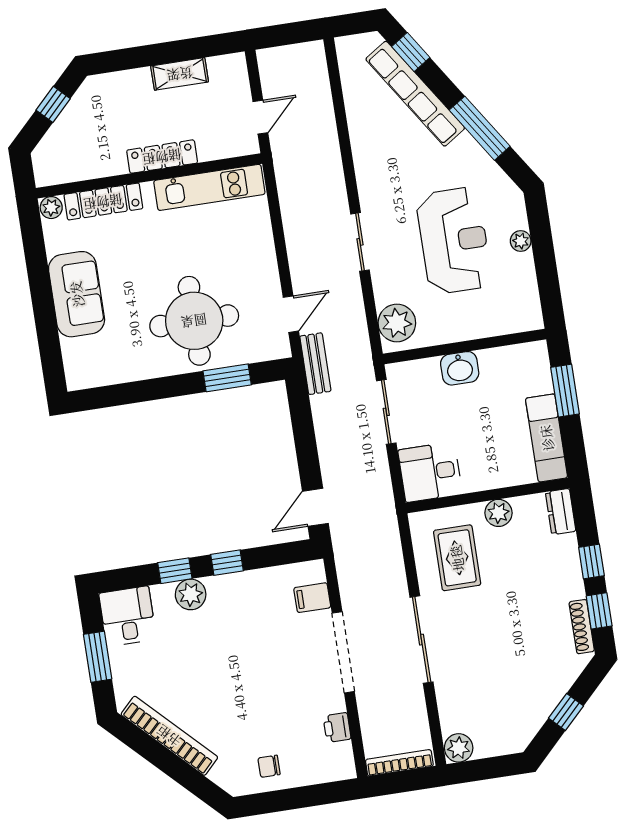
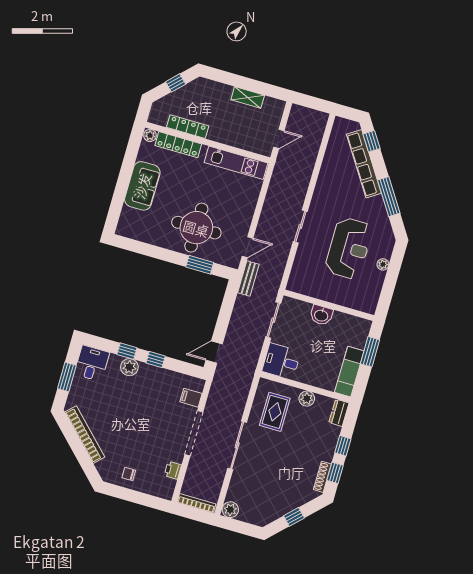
locker: (162, 157) -> (188, 127), moved
plant: (397, 323) -> (300, 277), removed

